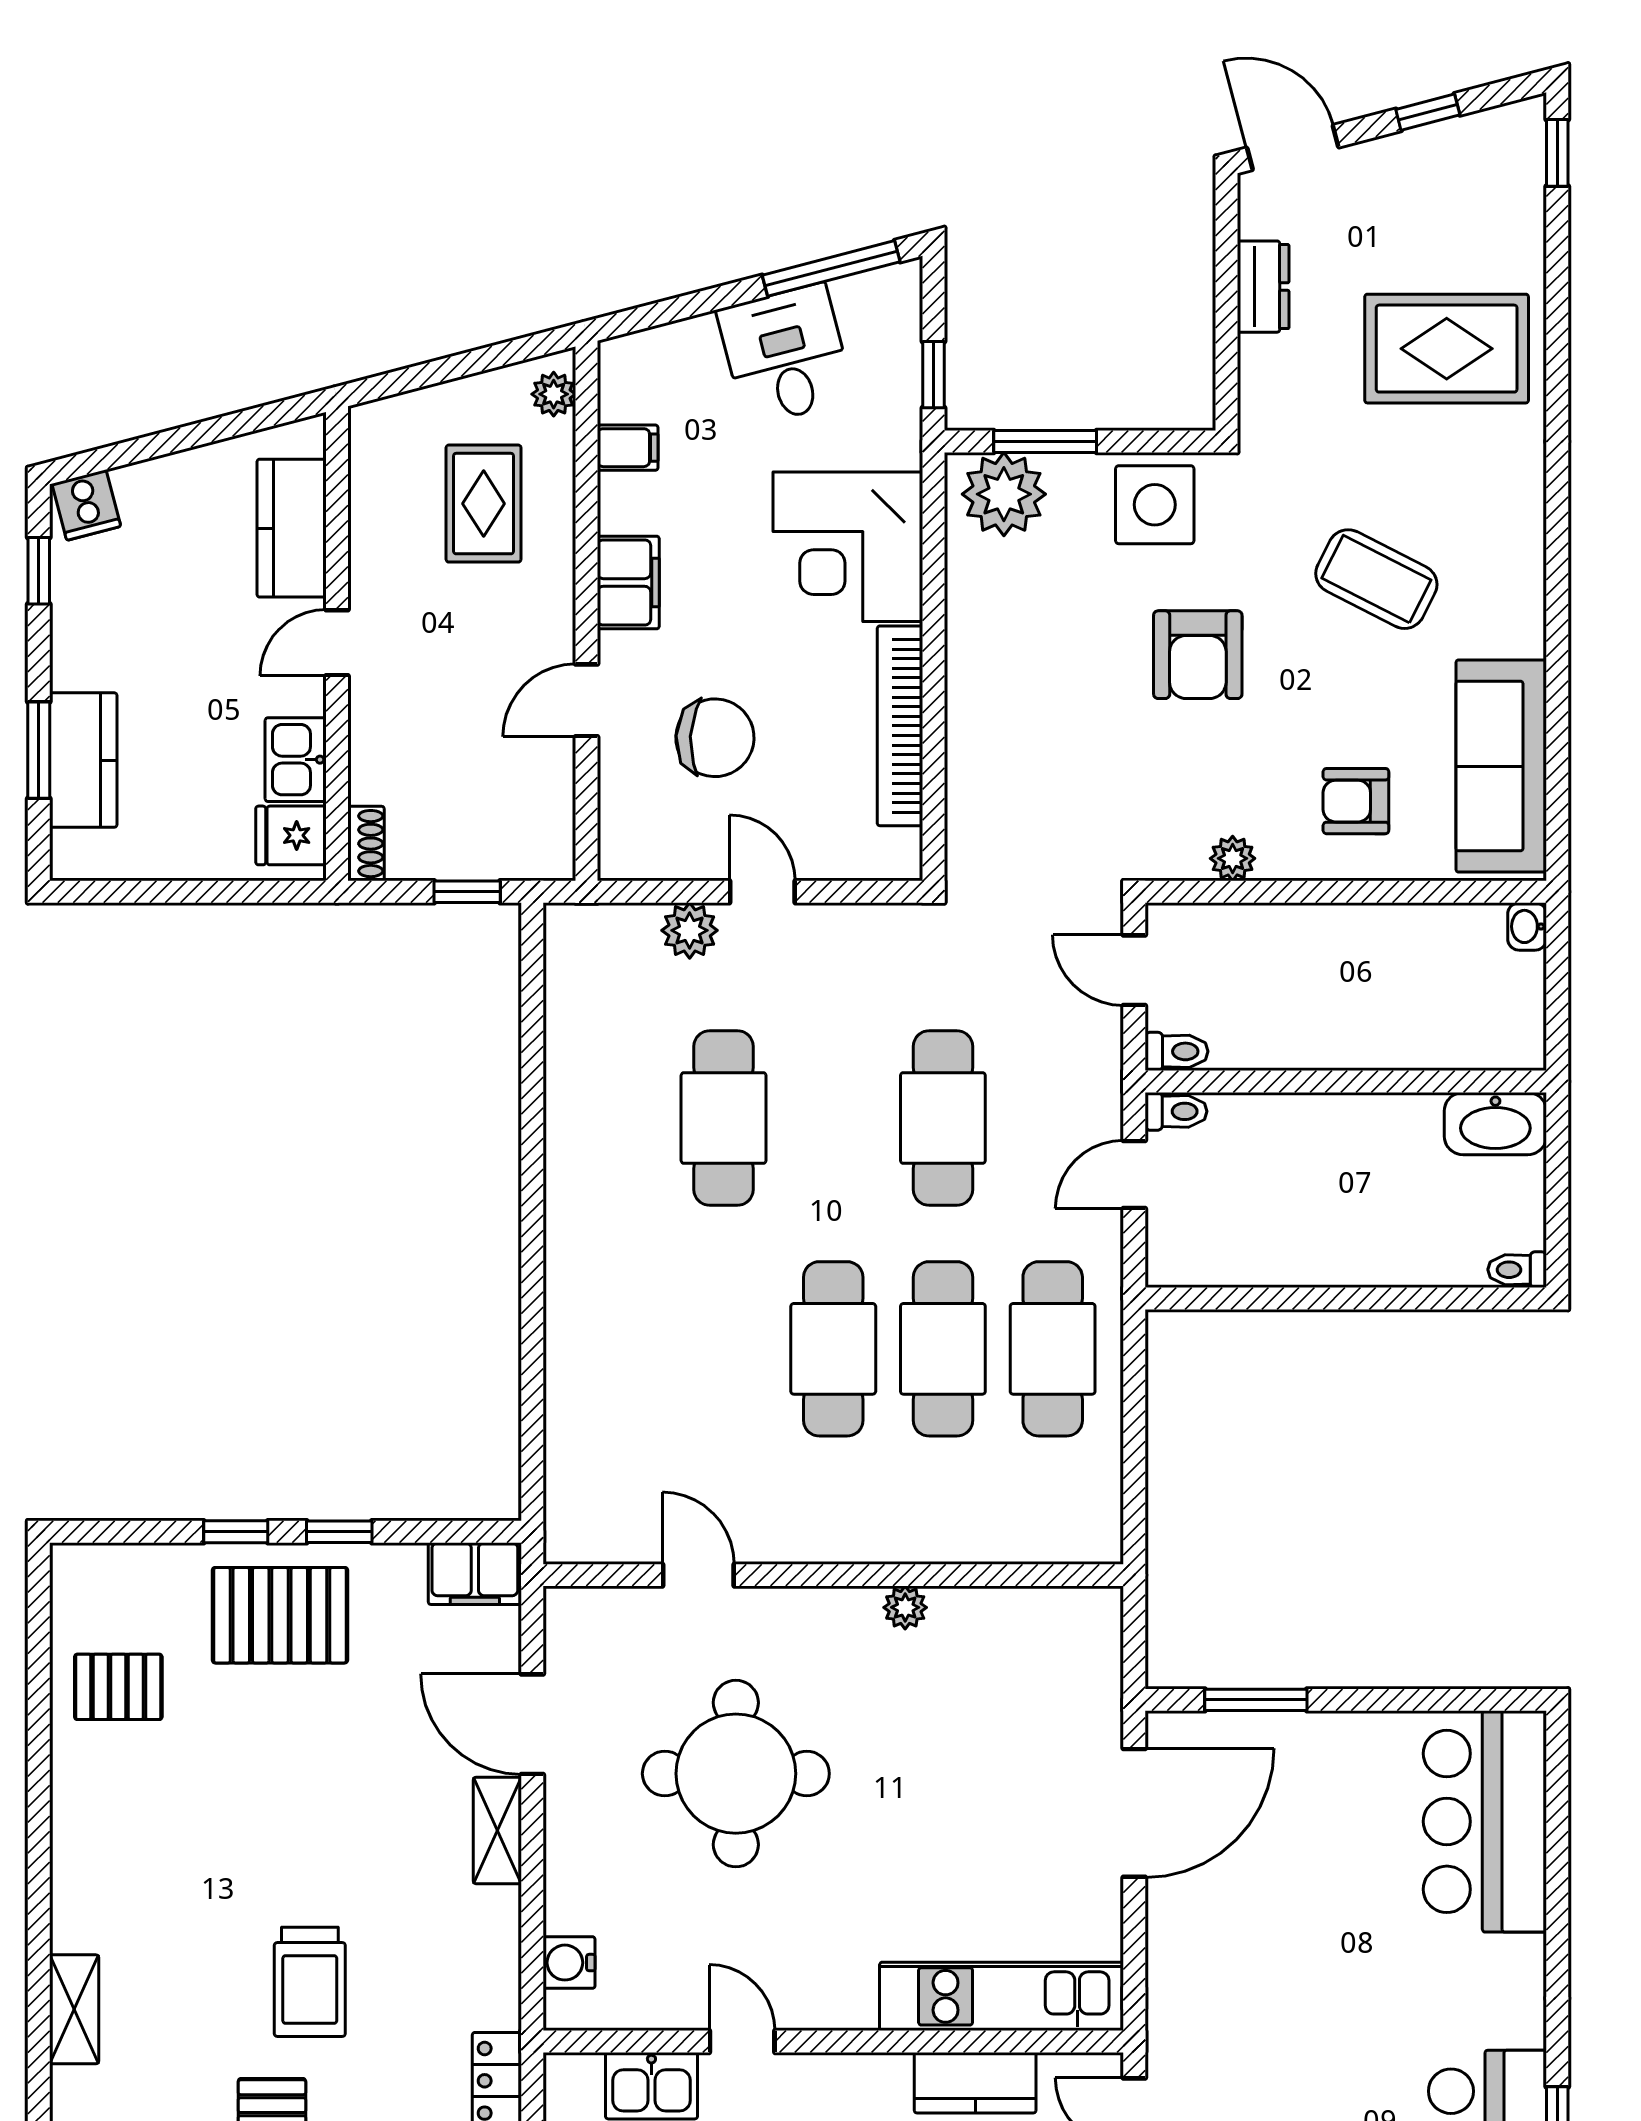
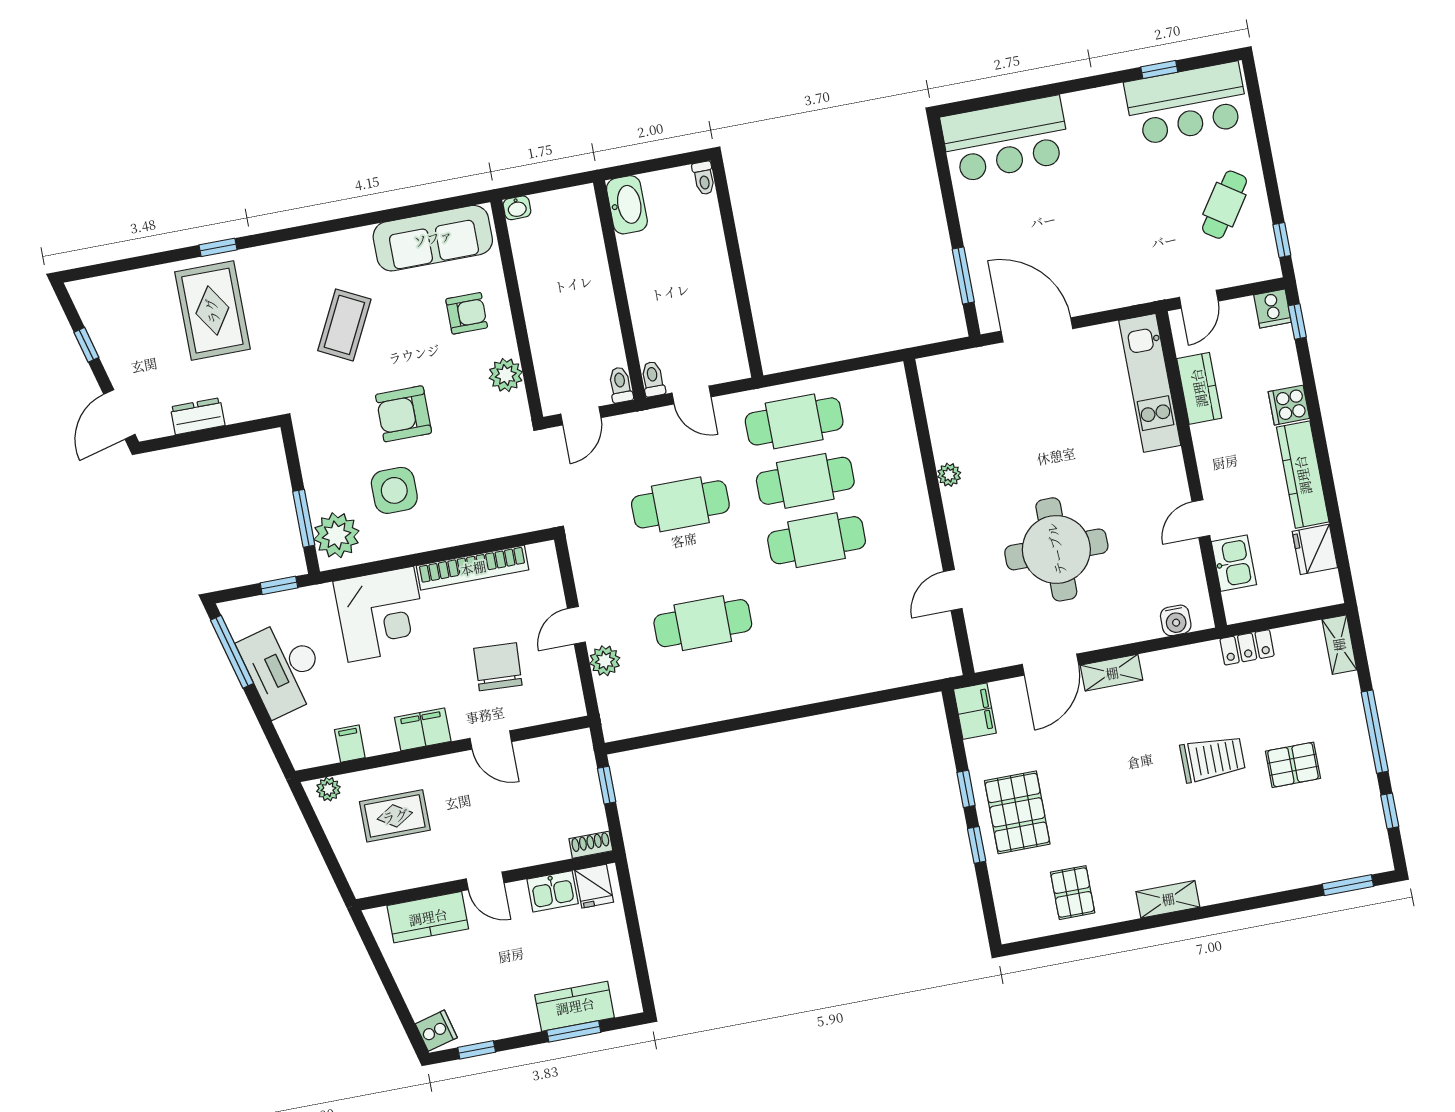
window: (1557, 153) -> (218, 247), moved
desk: (786, 355) -> (283, 668), width x1.37
side table: (1155, 505) -> (394, 490), moved
armchair: (1198, 655) -> (404, 414), turned 180
armchair: (1356, 801) -> (467, 313), turned -90
plant: (1233, 858) -> (506, 375), width x1.38, depth x1.38
shelving: (74, 2009) -> (1168, 899), moved

